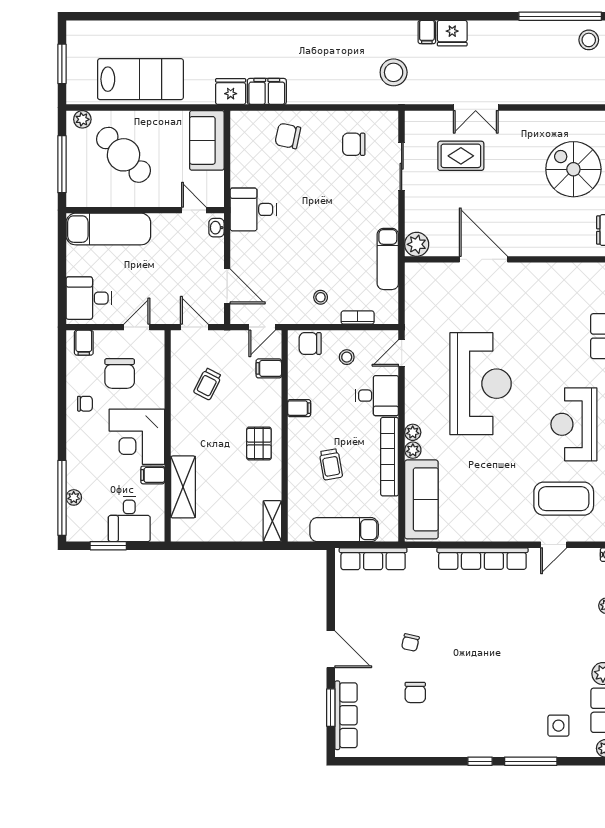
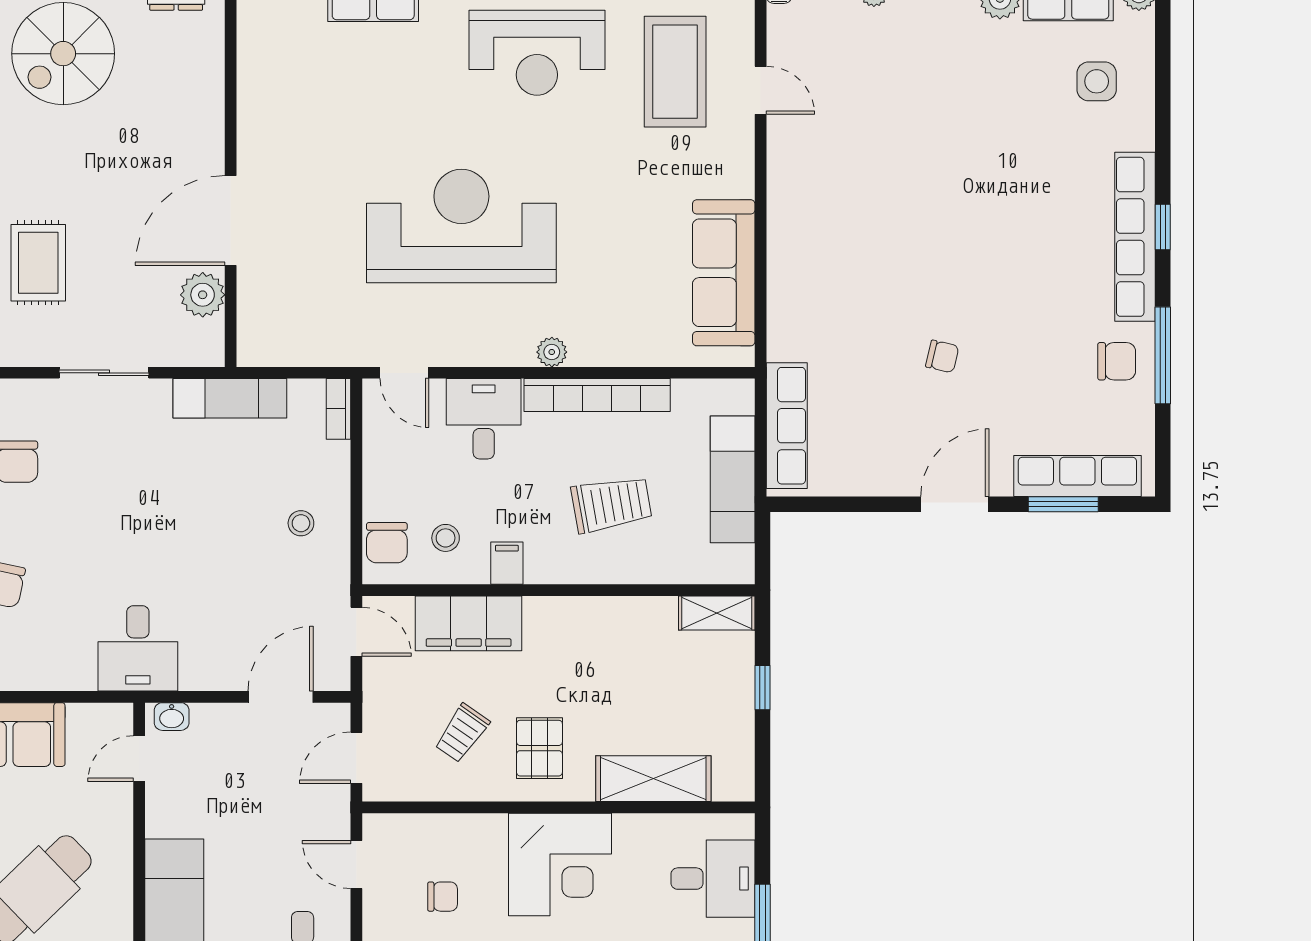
sliding door: (402, 166) -> (104, 373), moved
plant: (417, 244) -> (203, 295), moved
bookcase: (358, 317) -> (339, 409), moved
stool: (347, 357) -> (446, 538), moved
filing cabinet: (269, 368) -> (469, 623), width x3.00, depth x1.17
chair: (120, 374) -> (443, 897), width x0.54, depth x0.54
trolley: (208, 384) -> (462, 733), turned 98
pallet: (259, 444) -> (539, 748), moved, turned 90
plant: (413, 450) -> (585, 352), removed
trolley: (331, 464) -> (611, 504), width x1.36, depth x1.39
filing cabinet: (153, 475) -> (631, 835), removed
sofa: (421, 499) -> (724, 273), moved, turned -90
window: (232, 546) -> (762, 688), added
row of seats: (482, 559) -> (1135, 237), moved, turned 180
chair: (415, 692) -> (1117, 361), moved
window: (531, 761) -> (1163, 355), moved

